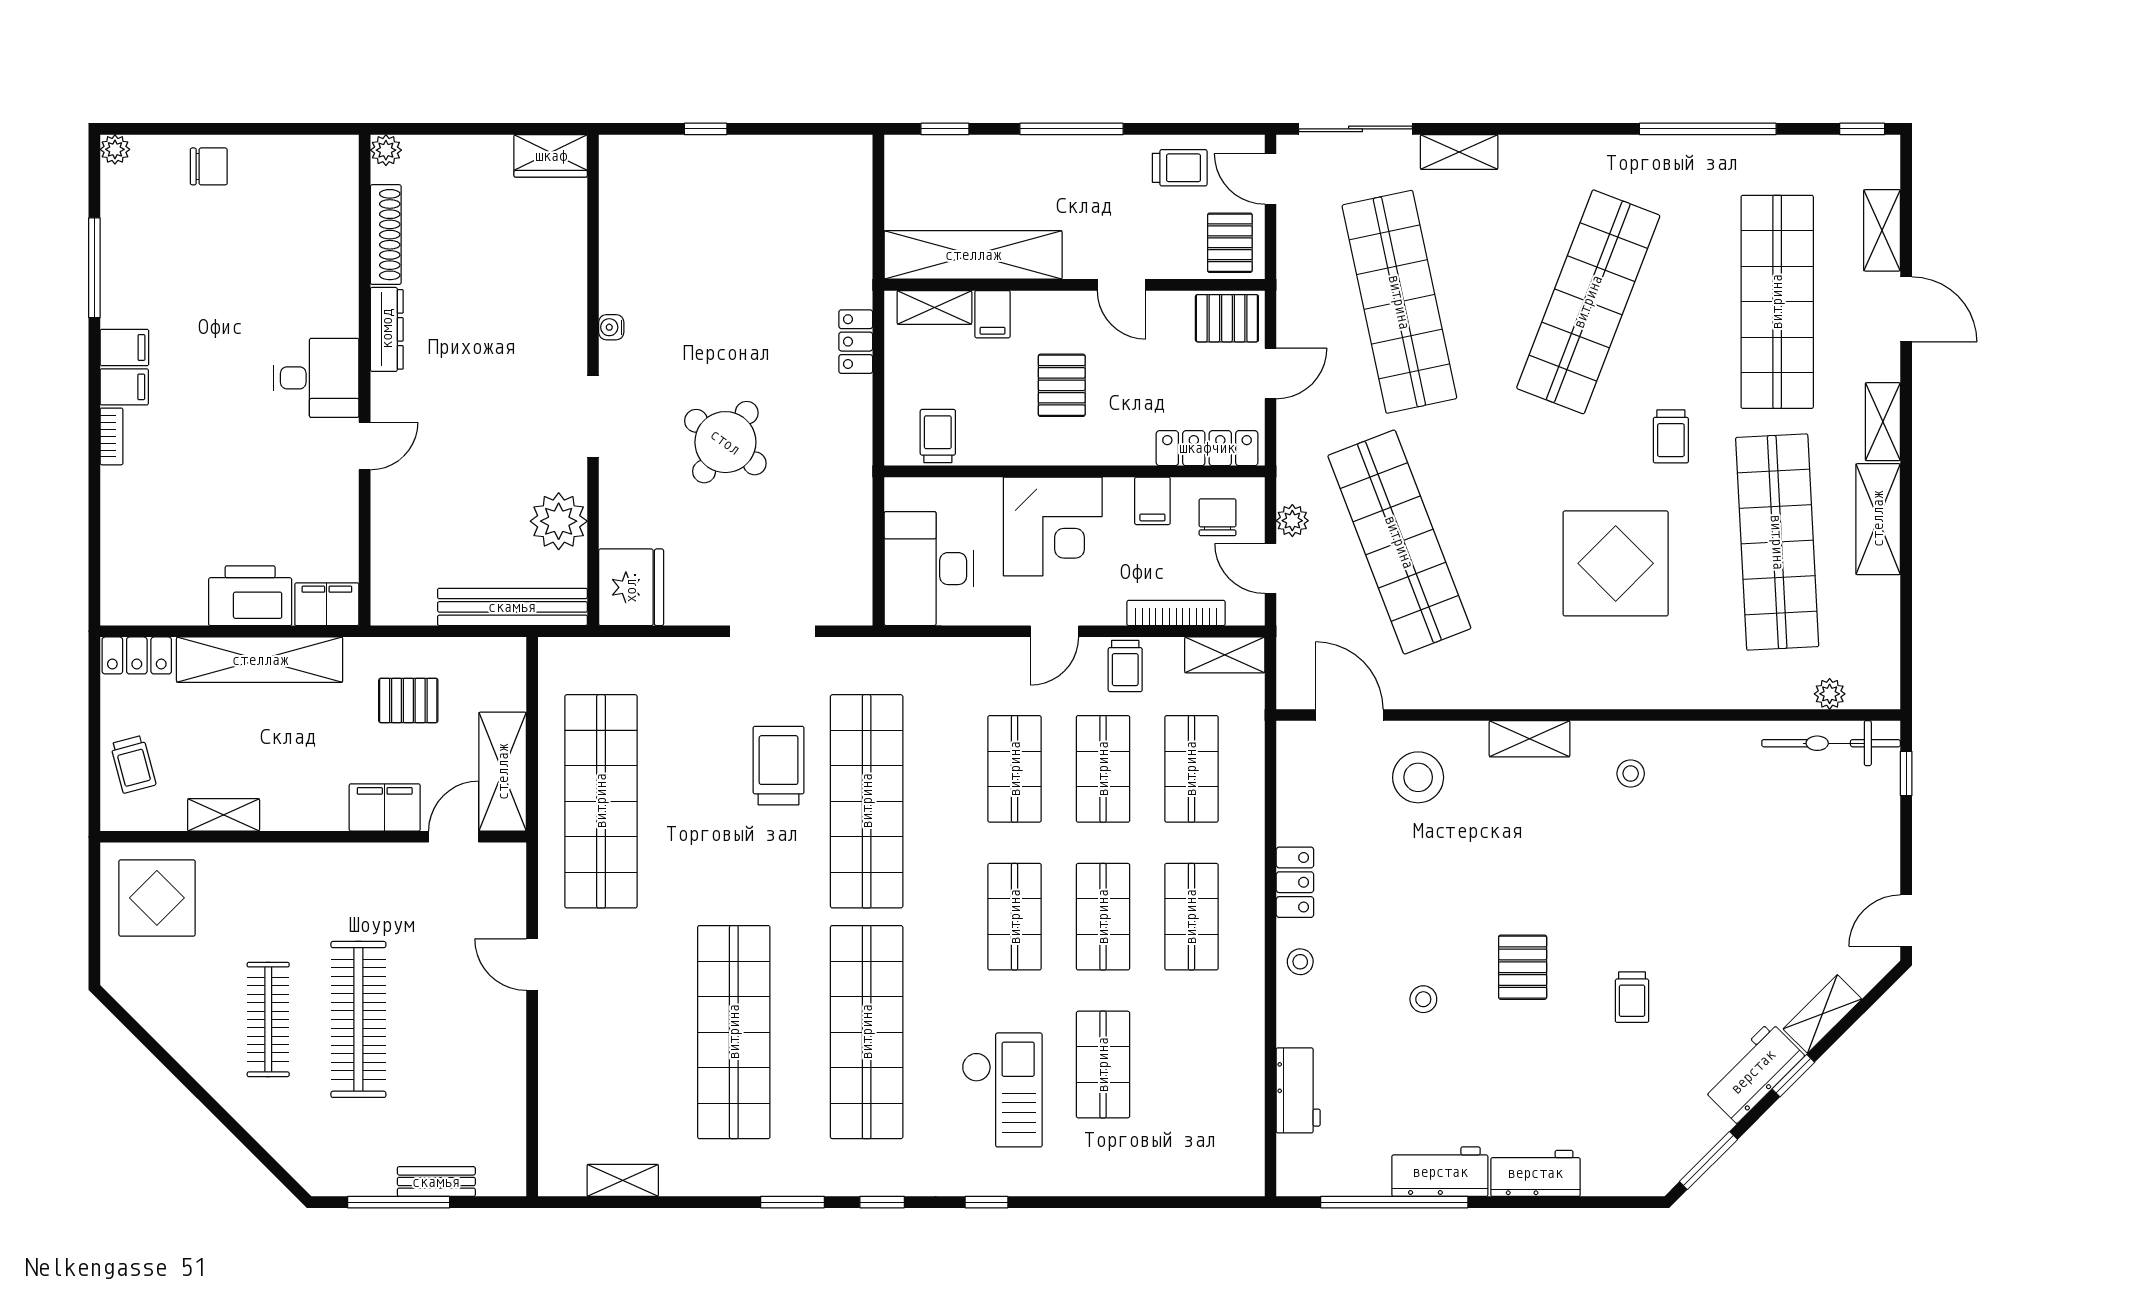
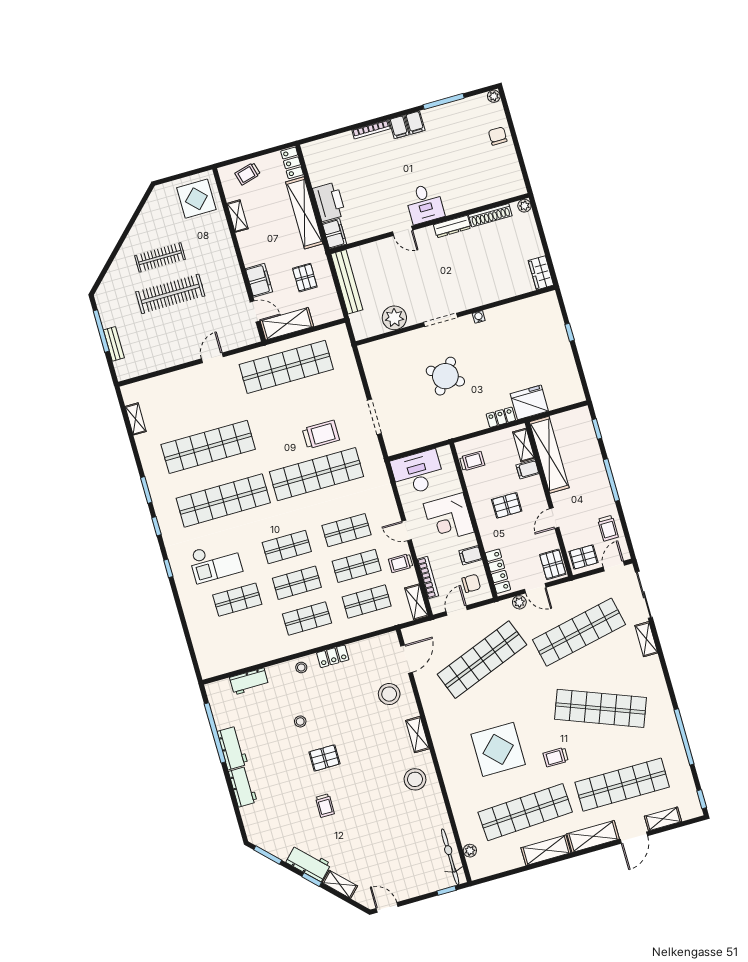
chair: (209, 166) -> (498, 136), turned 180
shelving: (1883, 422) -> (593, 836), width x1.50, depth x1.33
bookcase: (112, 436) -> (371, 129), width x1.56
plant: (1292, 521) -> (519, 602), moved
fridge: (631, 587) -> (529, 402), moved, turned 180
bench: (512, 607) -> (347, 282), moved
stool: (1631, 774) -> (415, 779), width x1.89, depth x1.89
trolley: (1632, 997) -> (325, 805), turned -90

